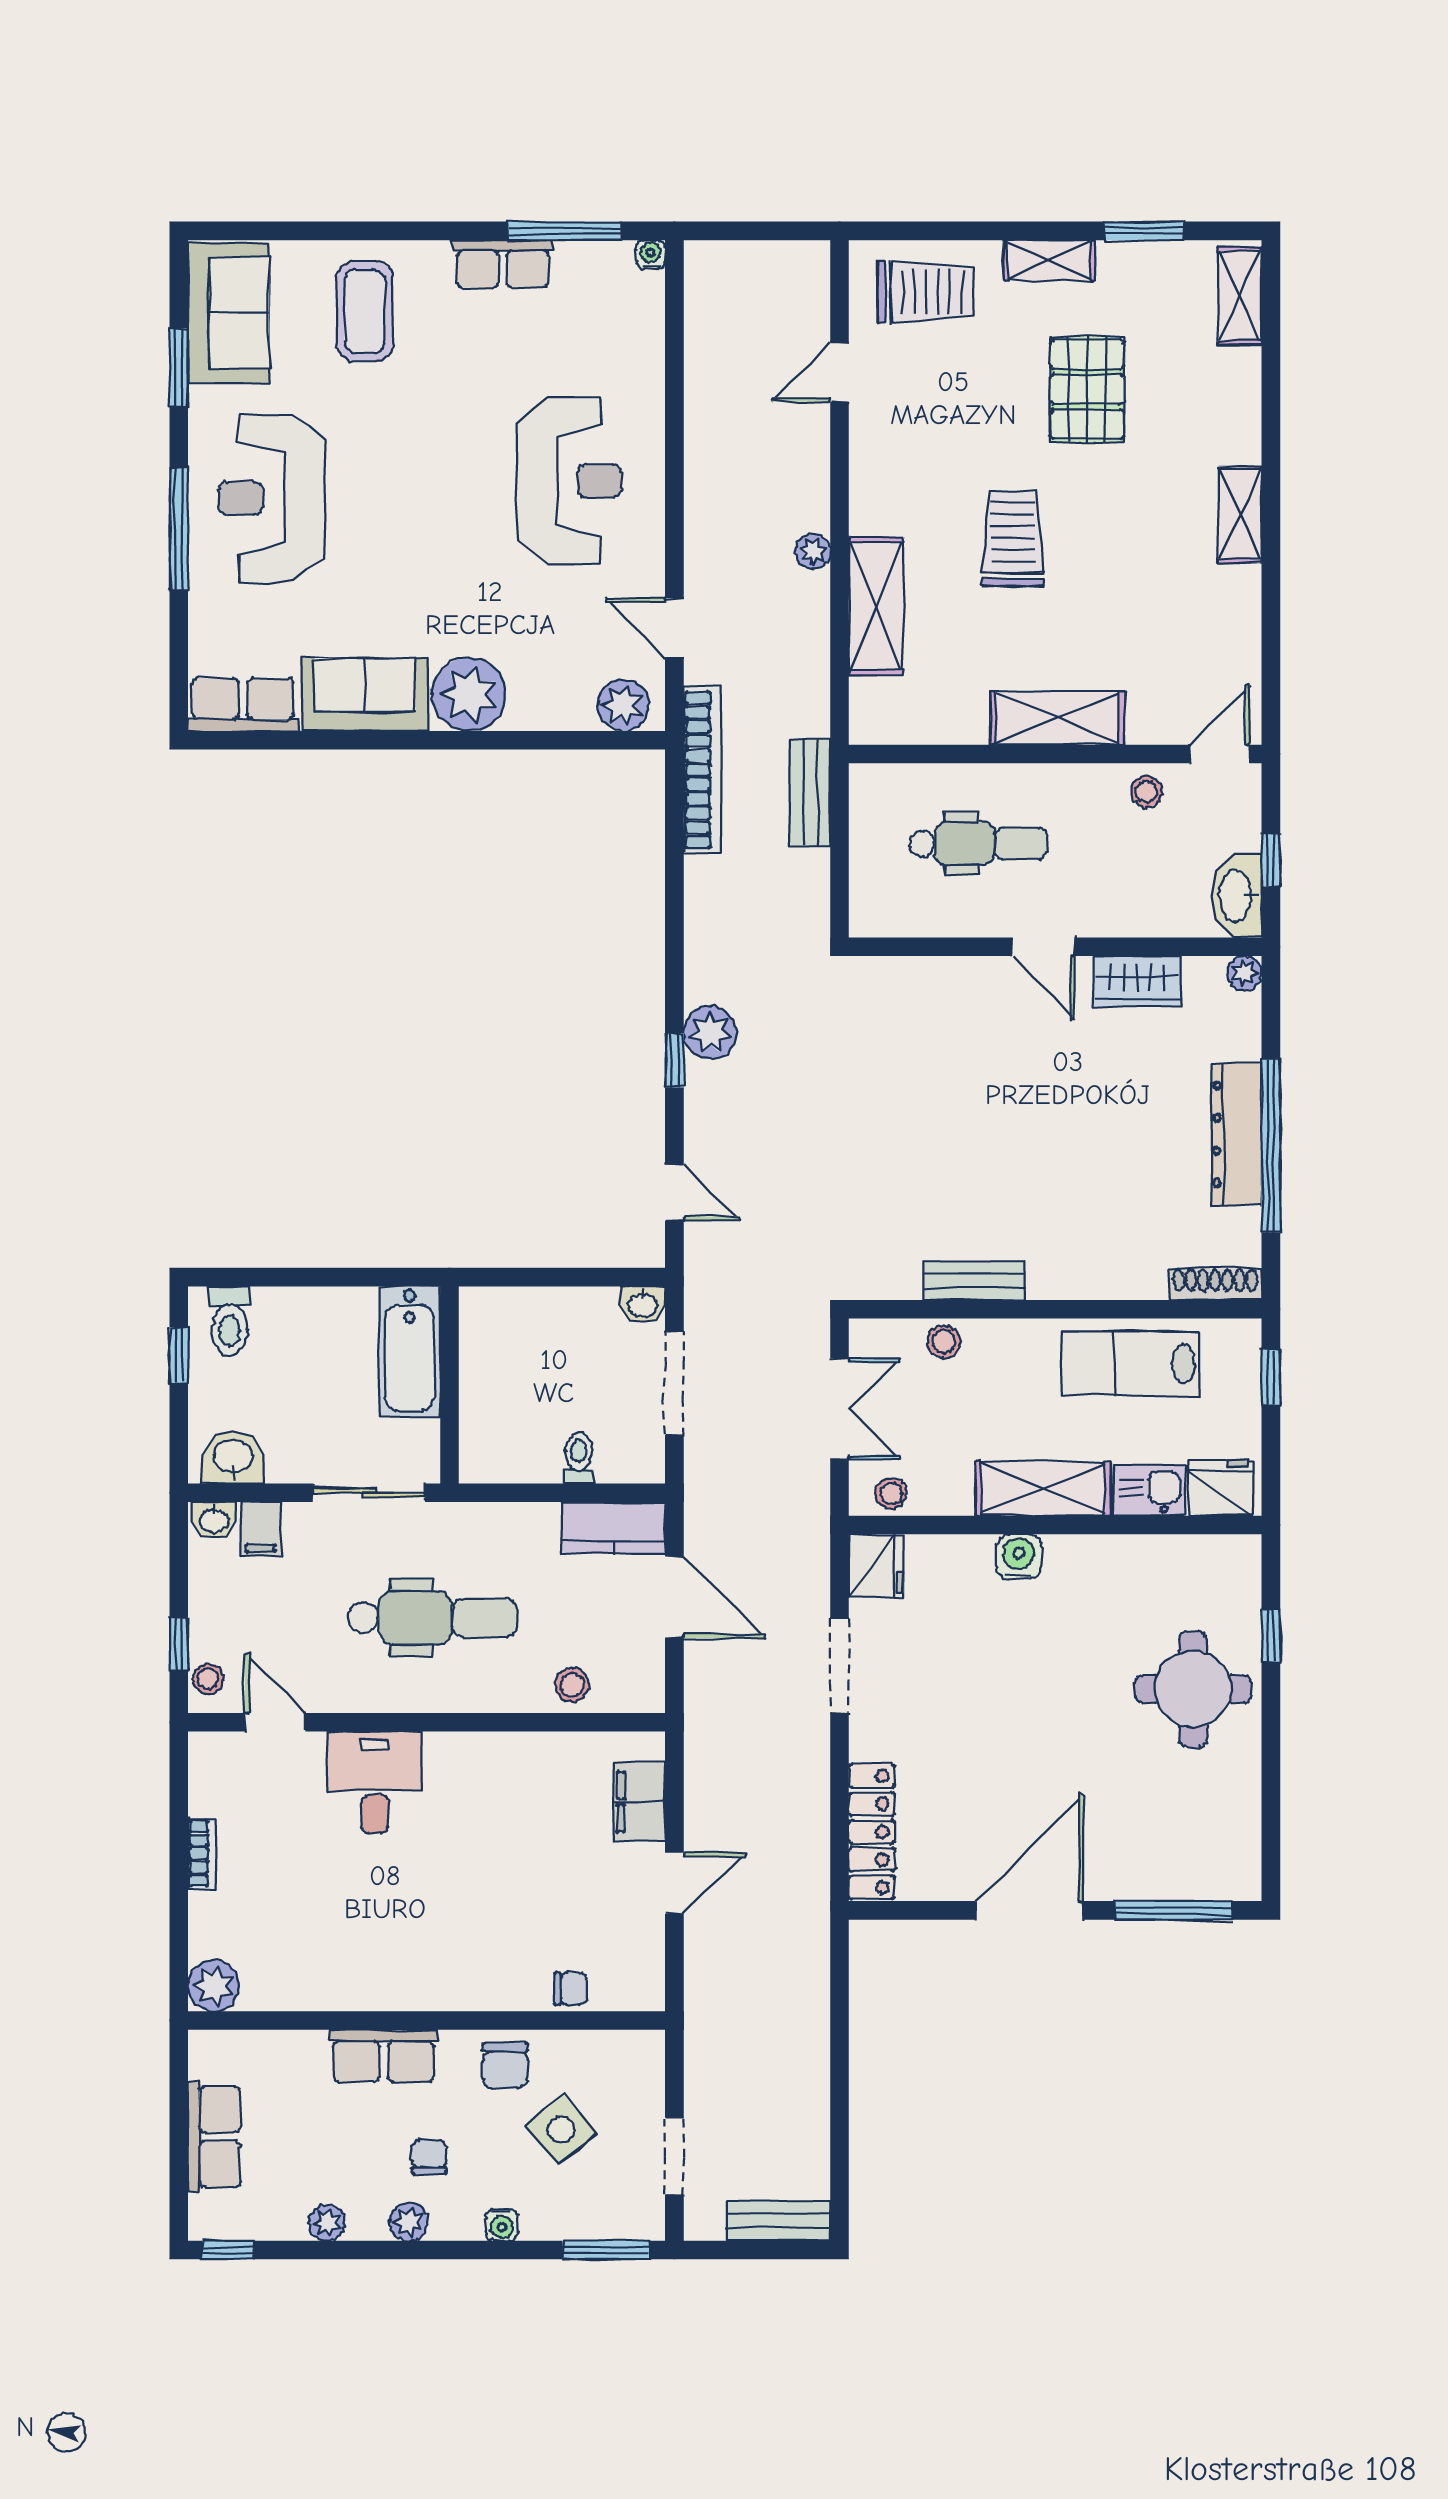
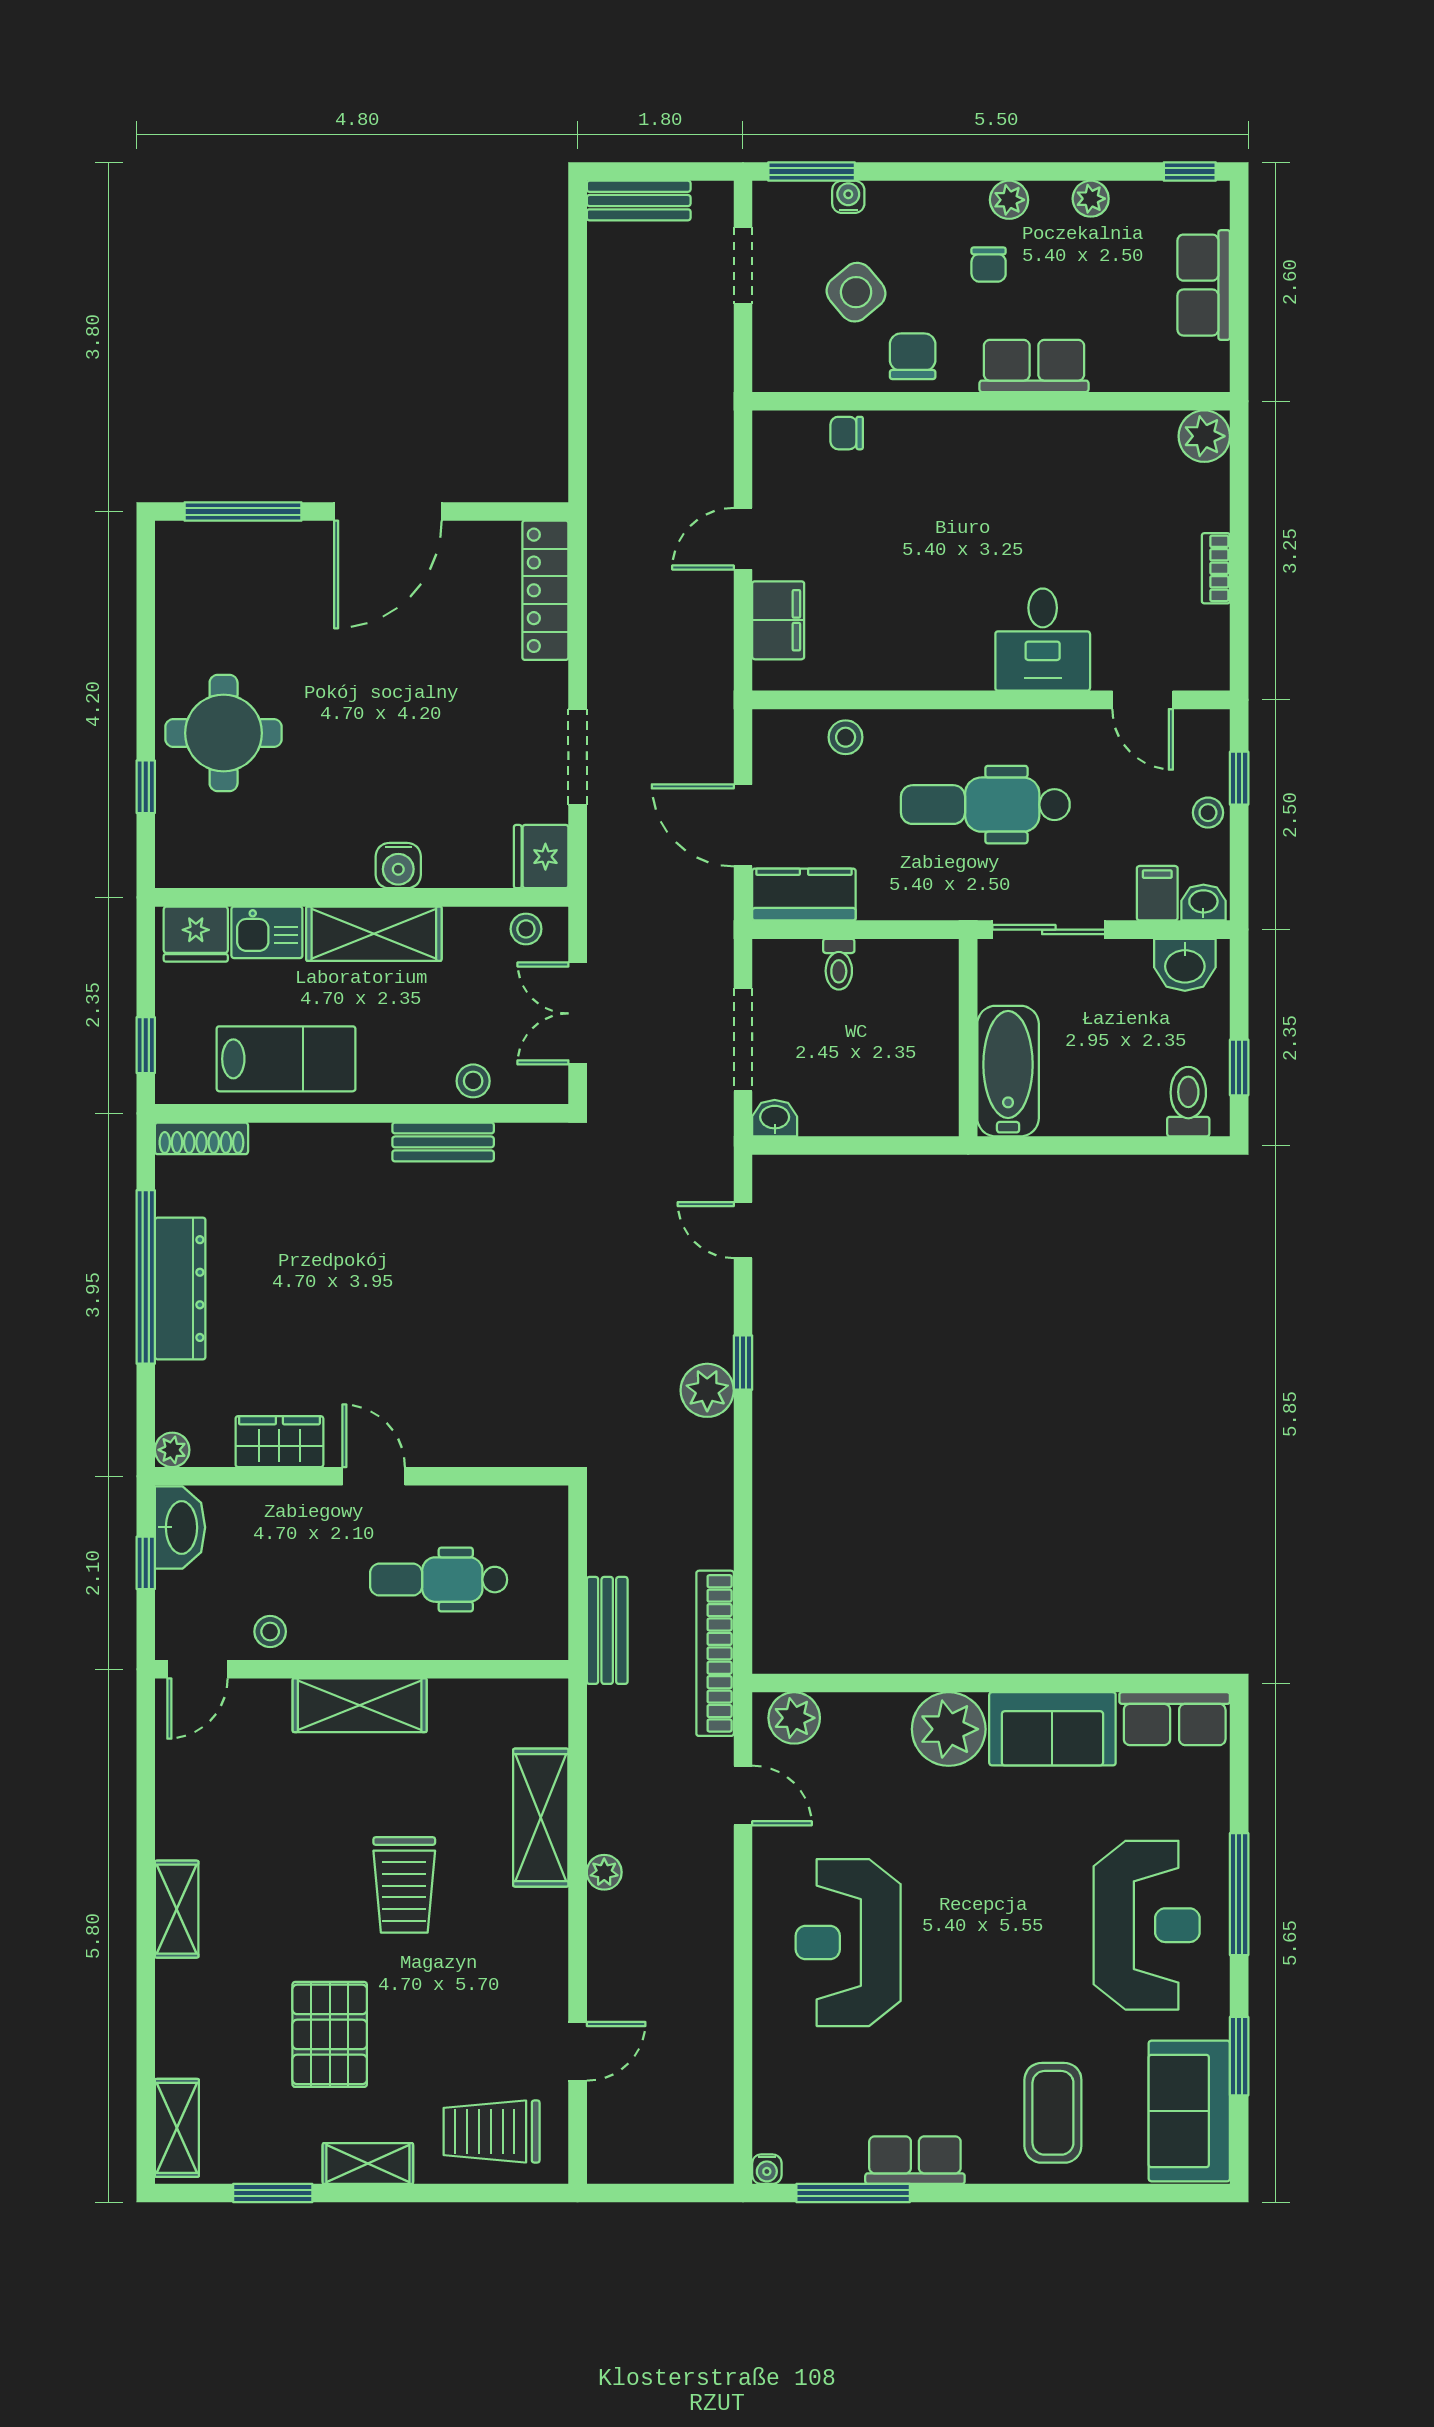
stool: (208, 1679) -> (1208, 813), moved
water cooler: (502, 2225) -> (848, 197), moved

